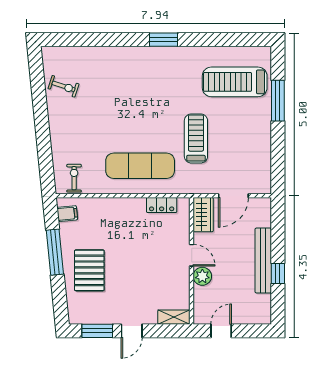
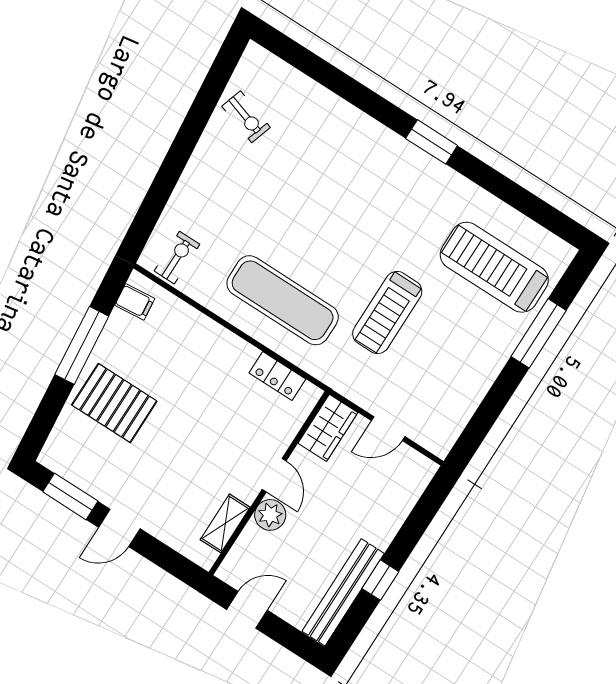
treadmill: (196, 138) -> (387, 312), turned 180
door: (233, 196) -> (388, 429), width x0.73
bench: (263, 260) -> (343, 592), moved
pallet: (89, 270) -> (114, 403), turned 90
shelving: (174, 317) -> (225, 523), moved, turned 90

